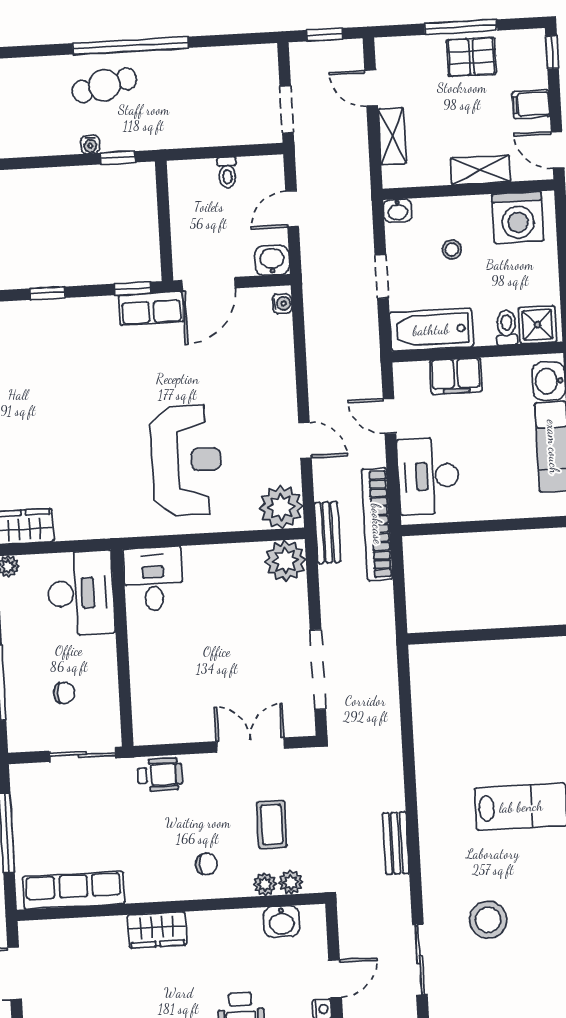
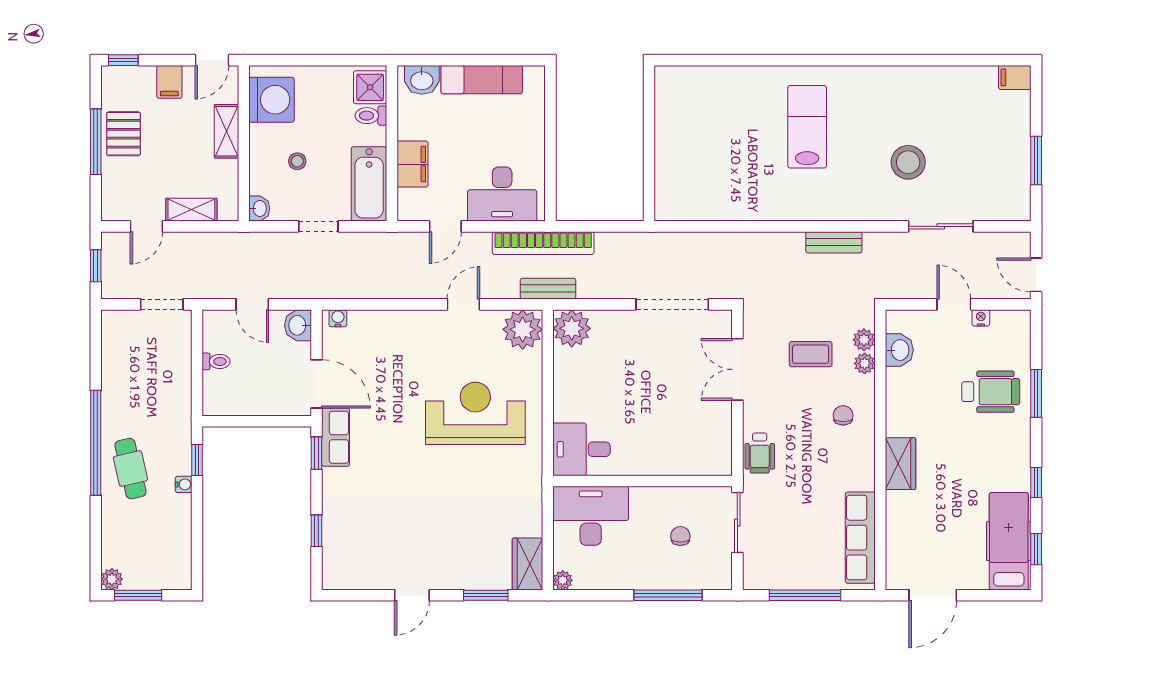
wheelchair: (160, 775) -> (760, 453), turned 180

